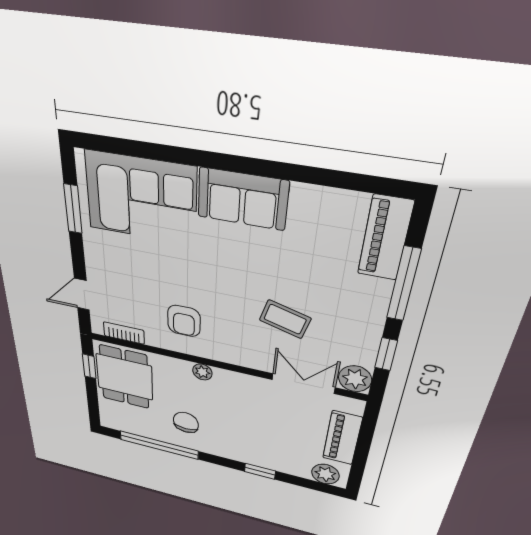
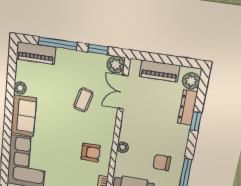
plant: (305, 197) -> (20, 88), added
dresser: (281, 464) -> (187, 108), added

